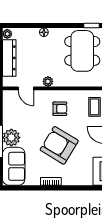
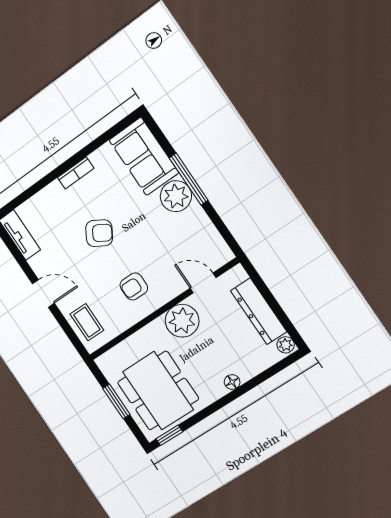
plant: (48, 81) -> (182, 321), width x1.87, depth x1.87
armchair: (59, 145) -> (99, 233), width x0.53, depth x0.53

